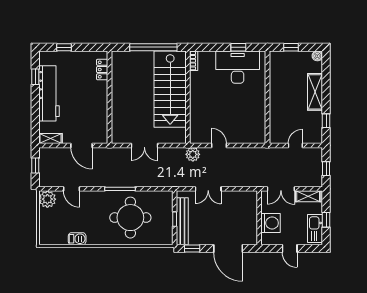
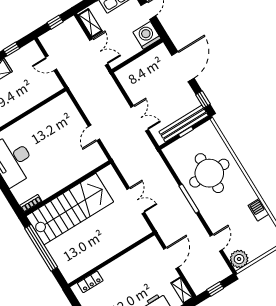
plant: (193, 154) -> (117, 152), removed
washing machine: (271, 223) -> (147, 35), moved

